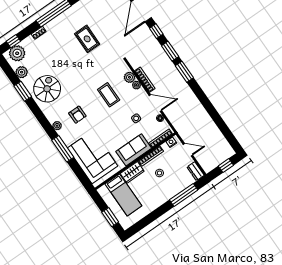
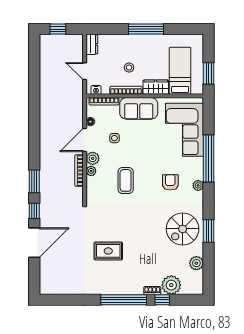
rug: (87, 39) -> (108, 251), turned 90
window: (13, 41) -> (162, 300), moved
plant: (17, 53) -> (171, 285), moved
window: (184, 72) -> (34, 151), removed
plant: (129, 77) -> (93, 158), moved
window: (23, 91) -> (209, 231), moved
door: (155, 103) -> (85, 140), hinge flipped
window: (63, 149) -> (209, 158), width x1.46
window: (184, 195) -> (146, 29), moved
window: (110, 217) -> (209, 73), moved

